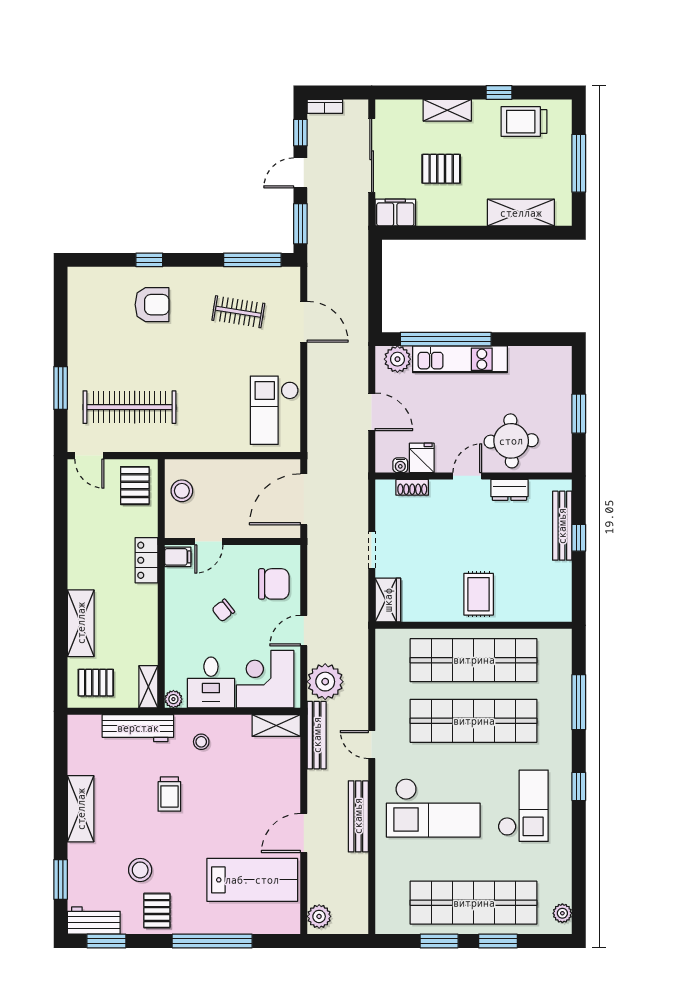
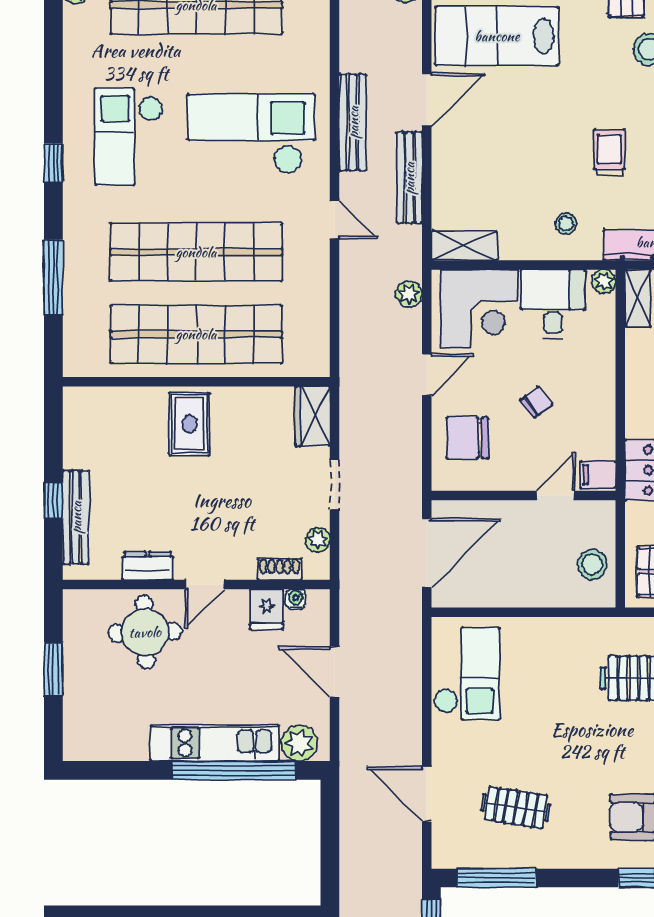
plant: (384, 509) -> (318, 540), added
plant: (325, 682) -> (409, 294), width x0.53, depth x0.53
bench: (317, 735) -> (409, 178), moved

